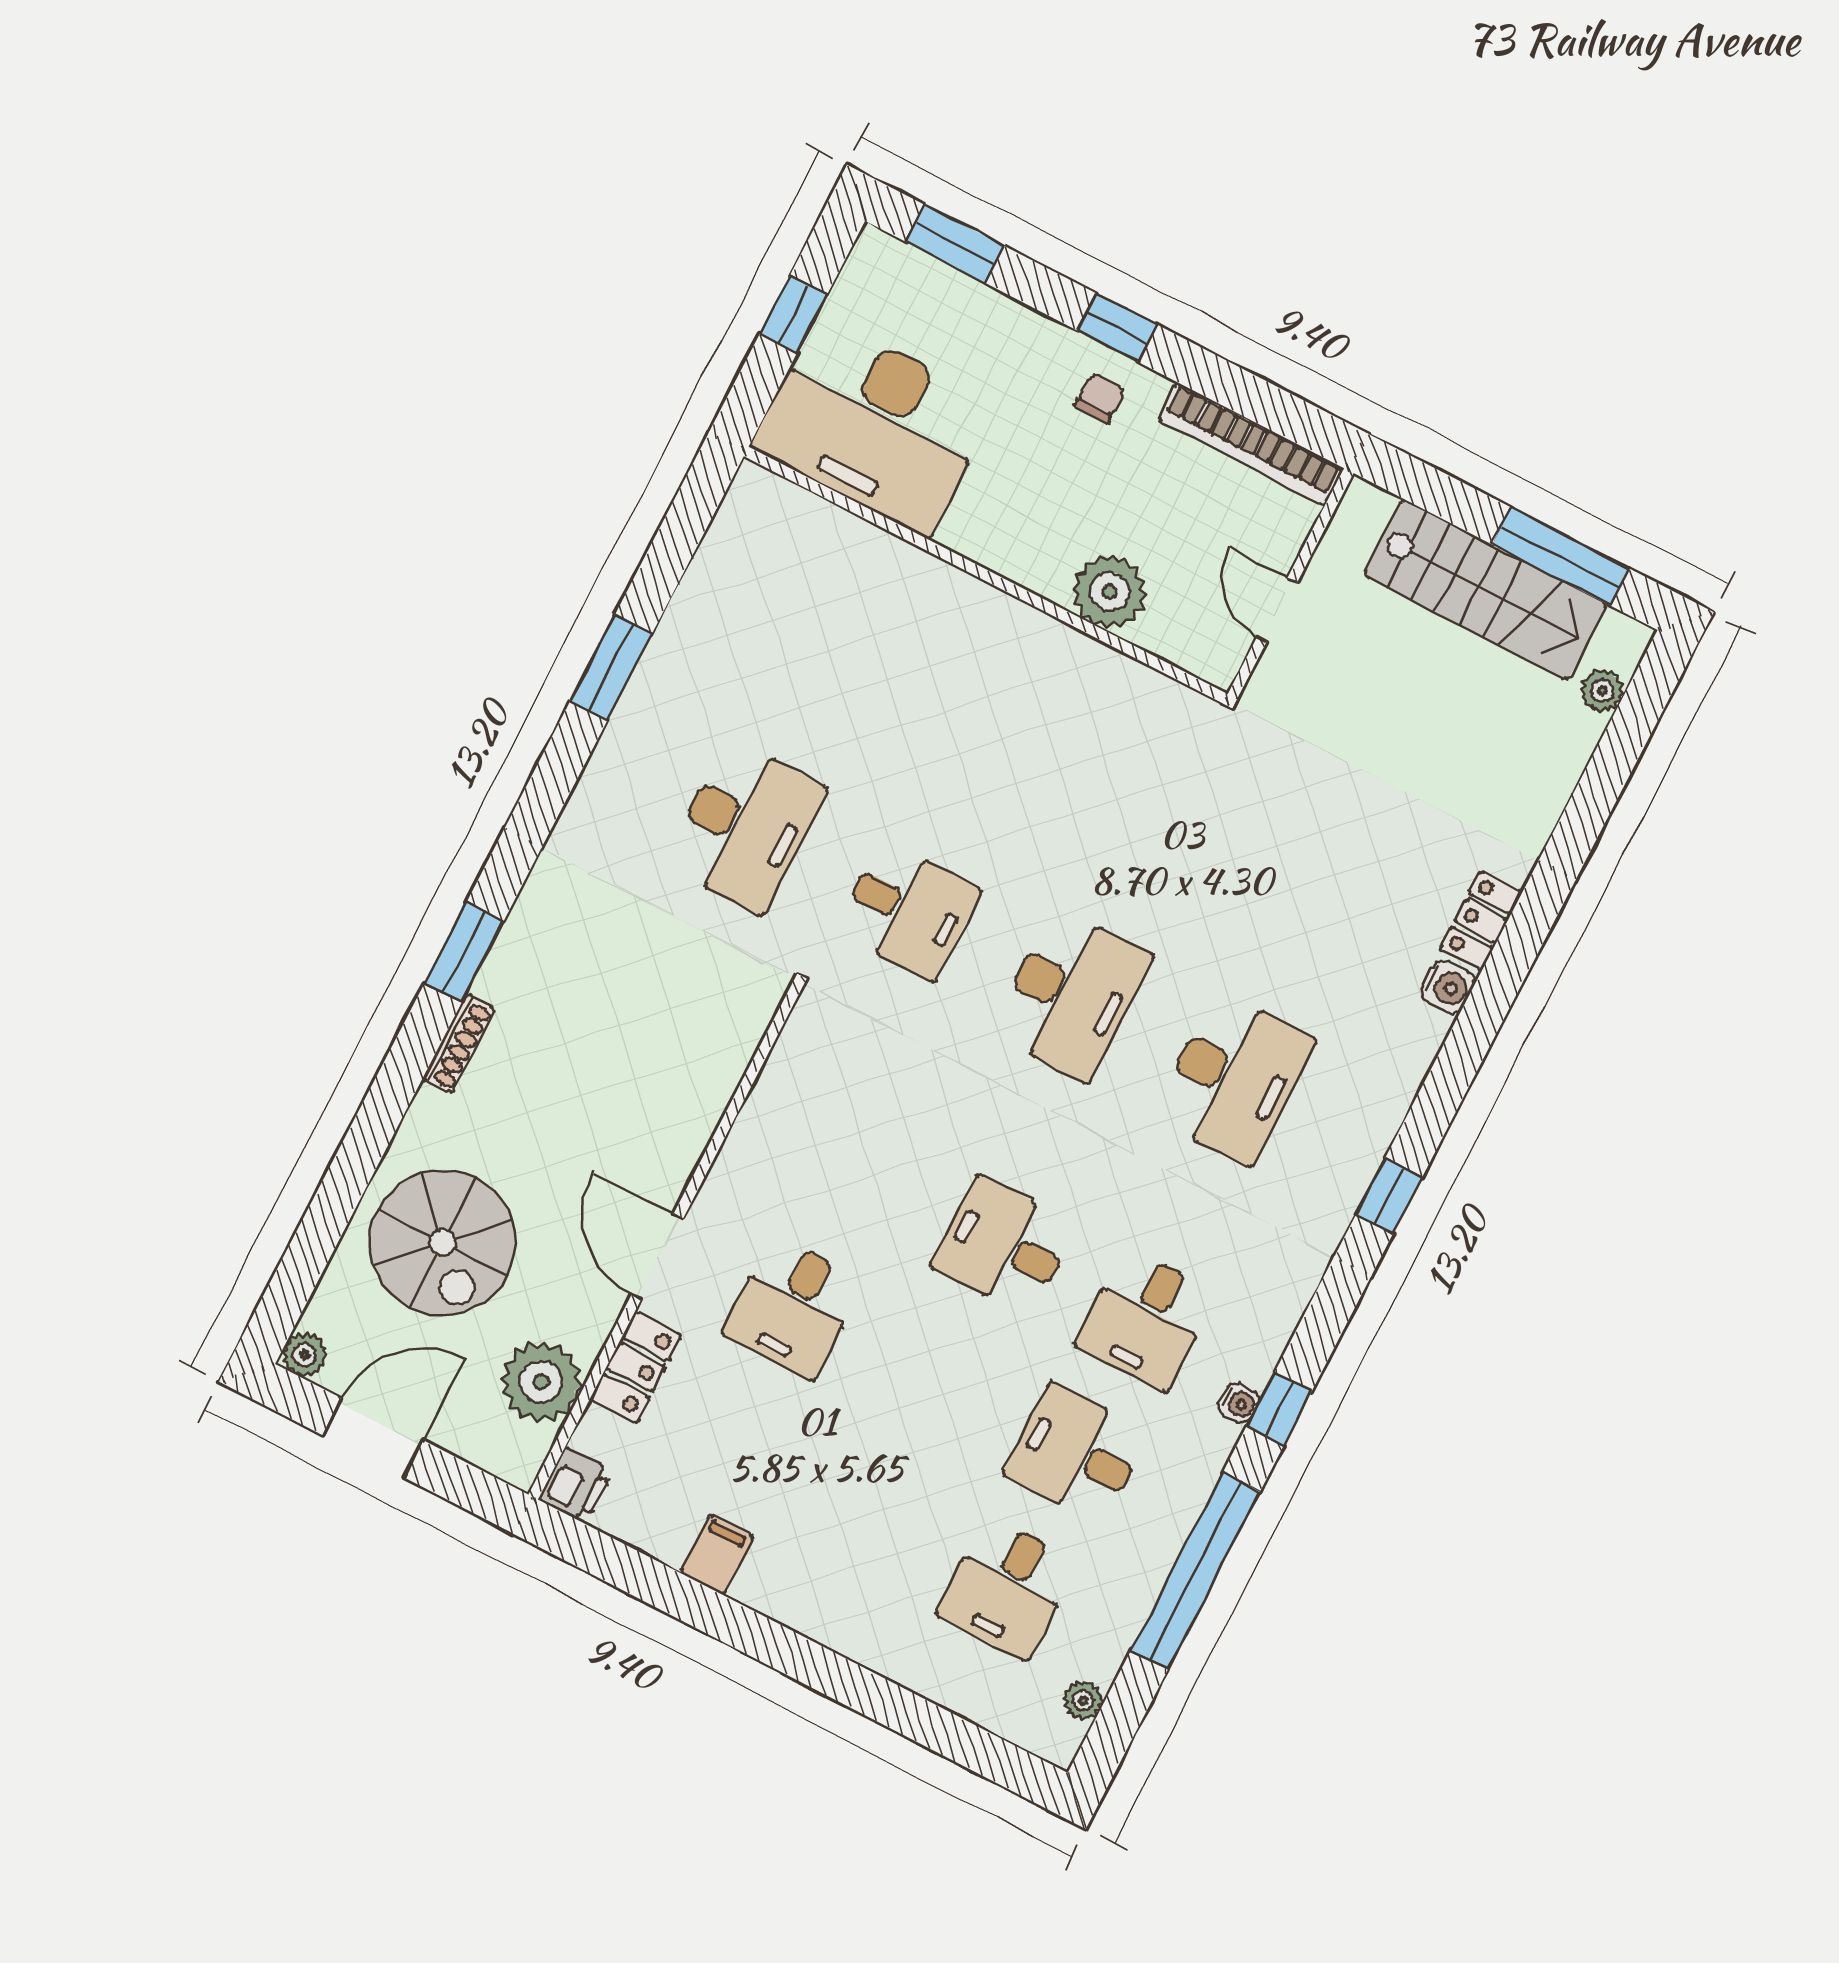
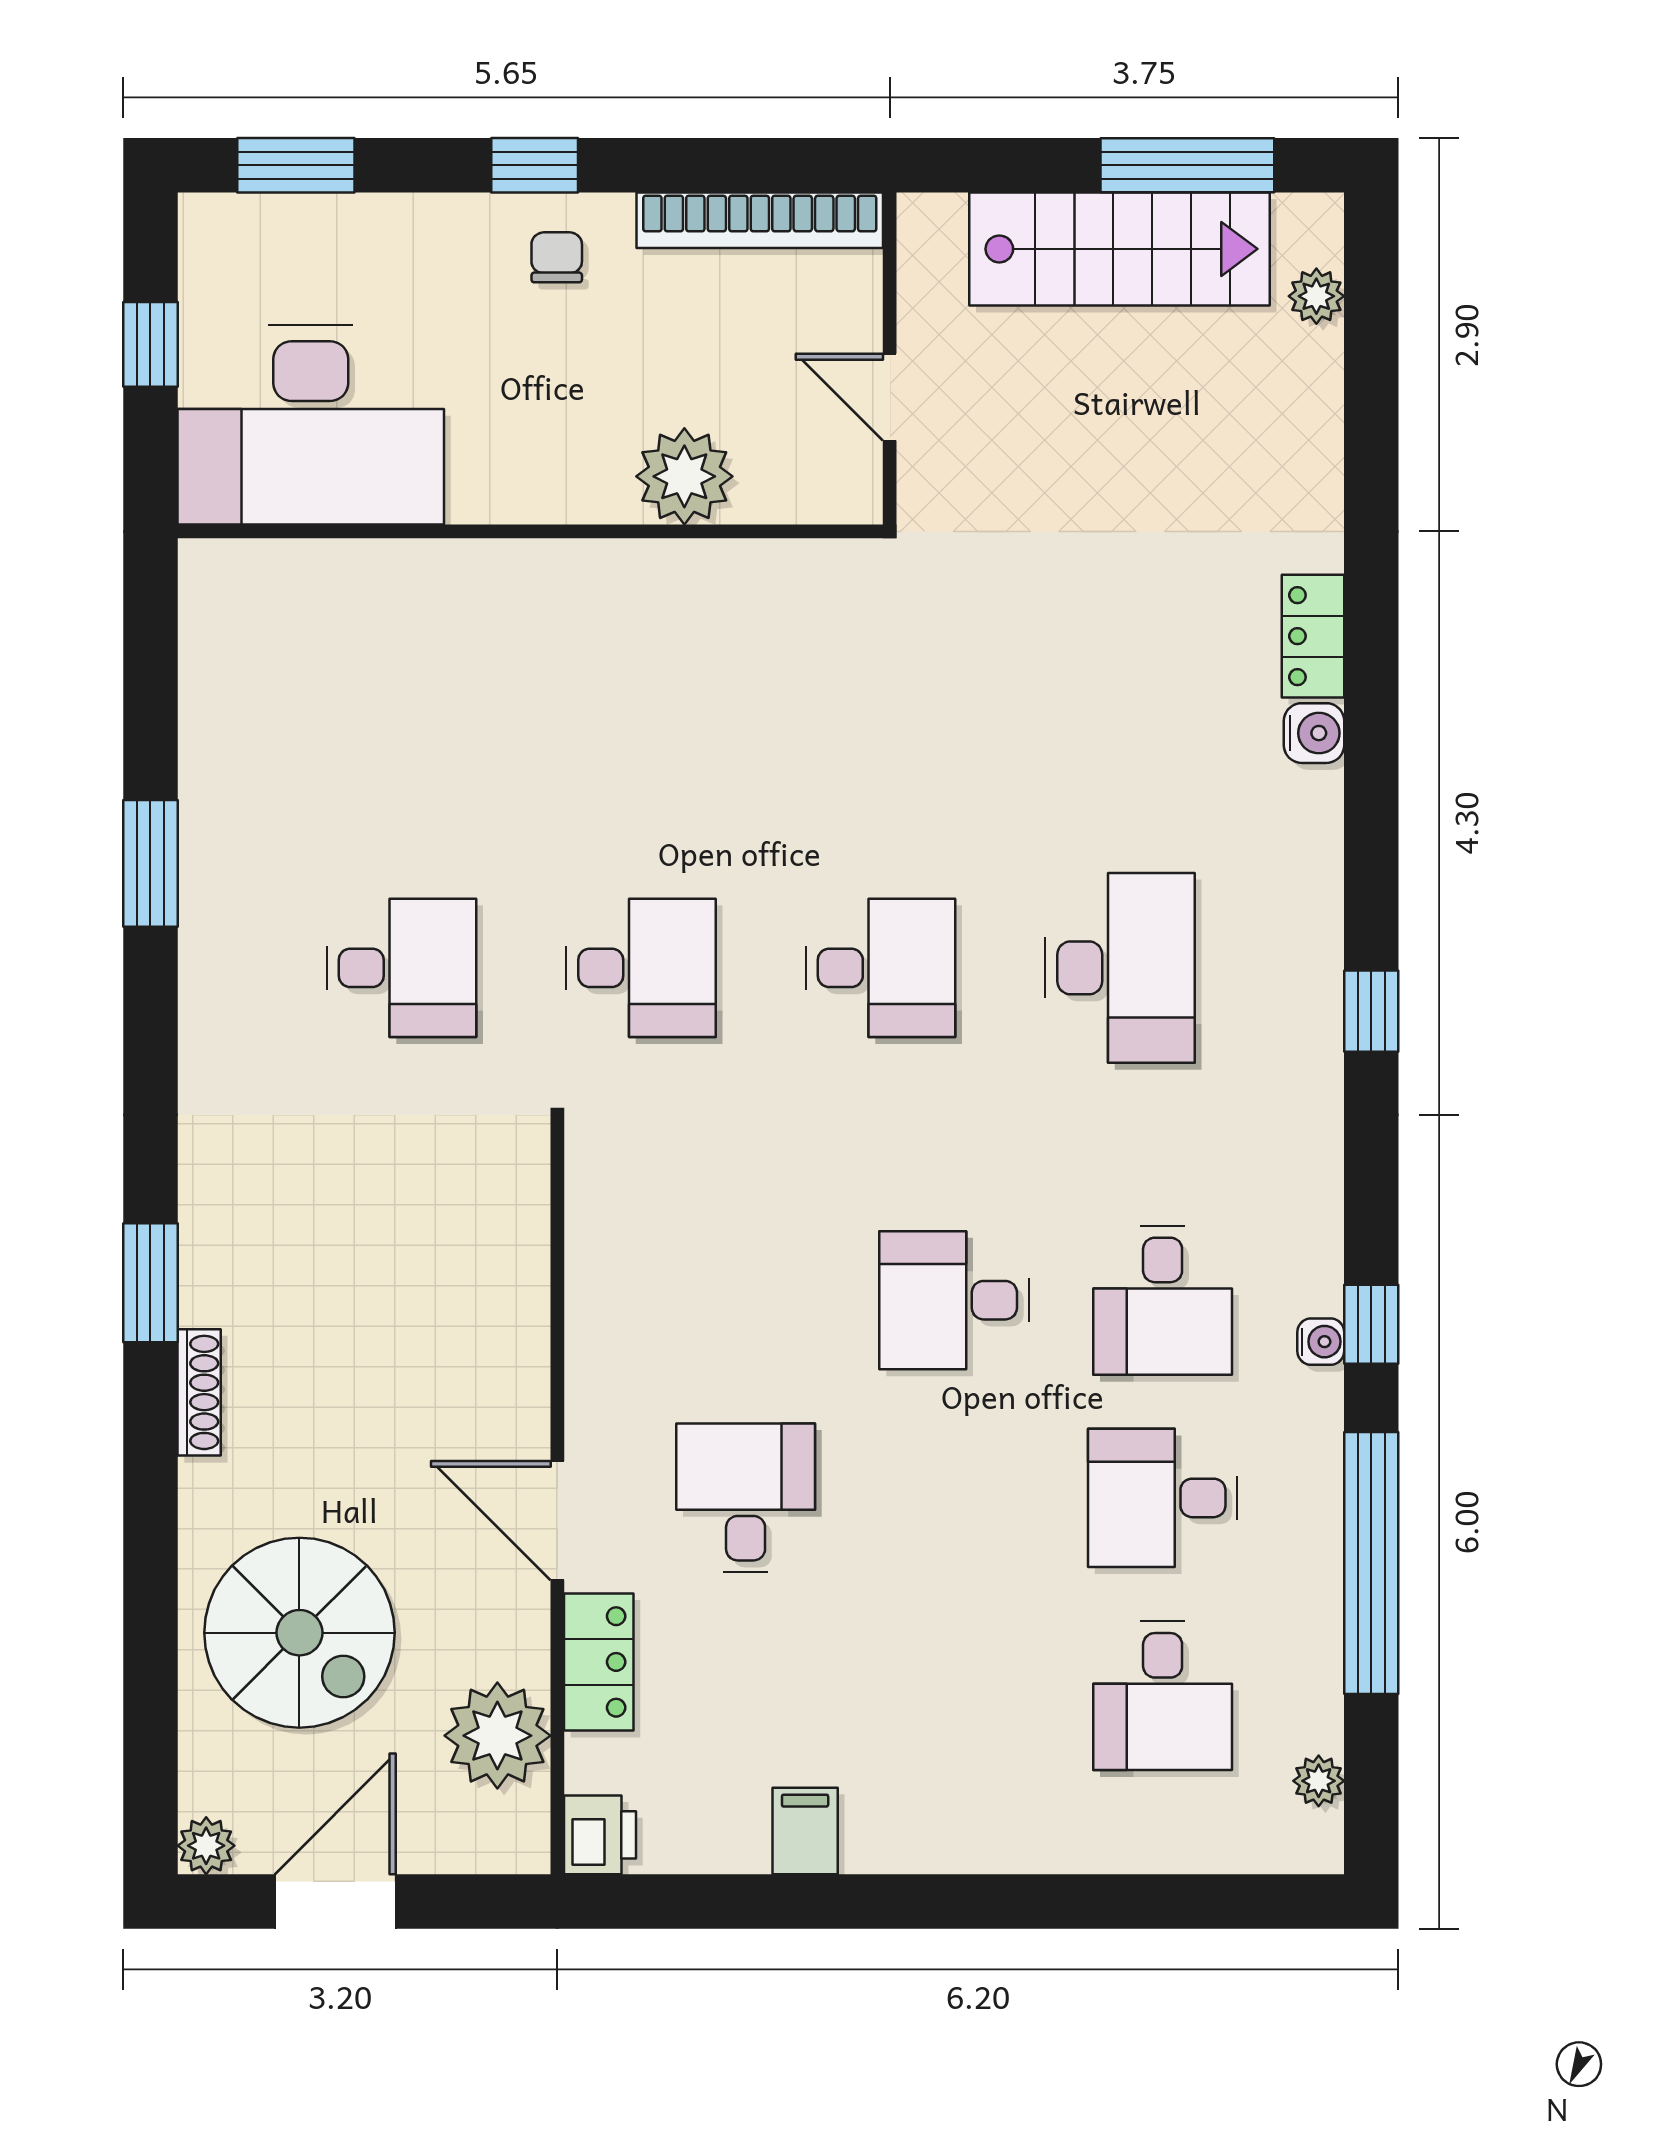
desk: (745, 826) -> (402, 968), width x0.73
desk: (1071, 994) -> (881, 968), width x0.73
desk: (793, 1307) -> (746, 1498), turned 180

